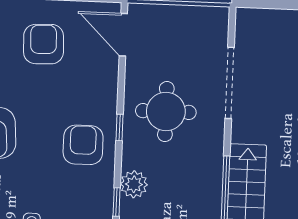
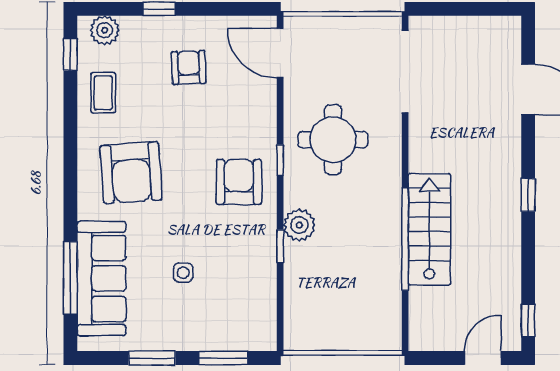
armchair: (44, 44) -> (189, 67), width x0.72, depth x0.72
doorway: (230, 83) -> (405, 71), moved

